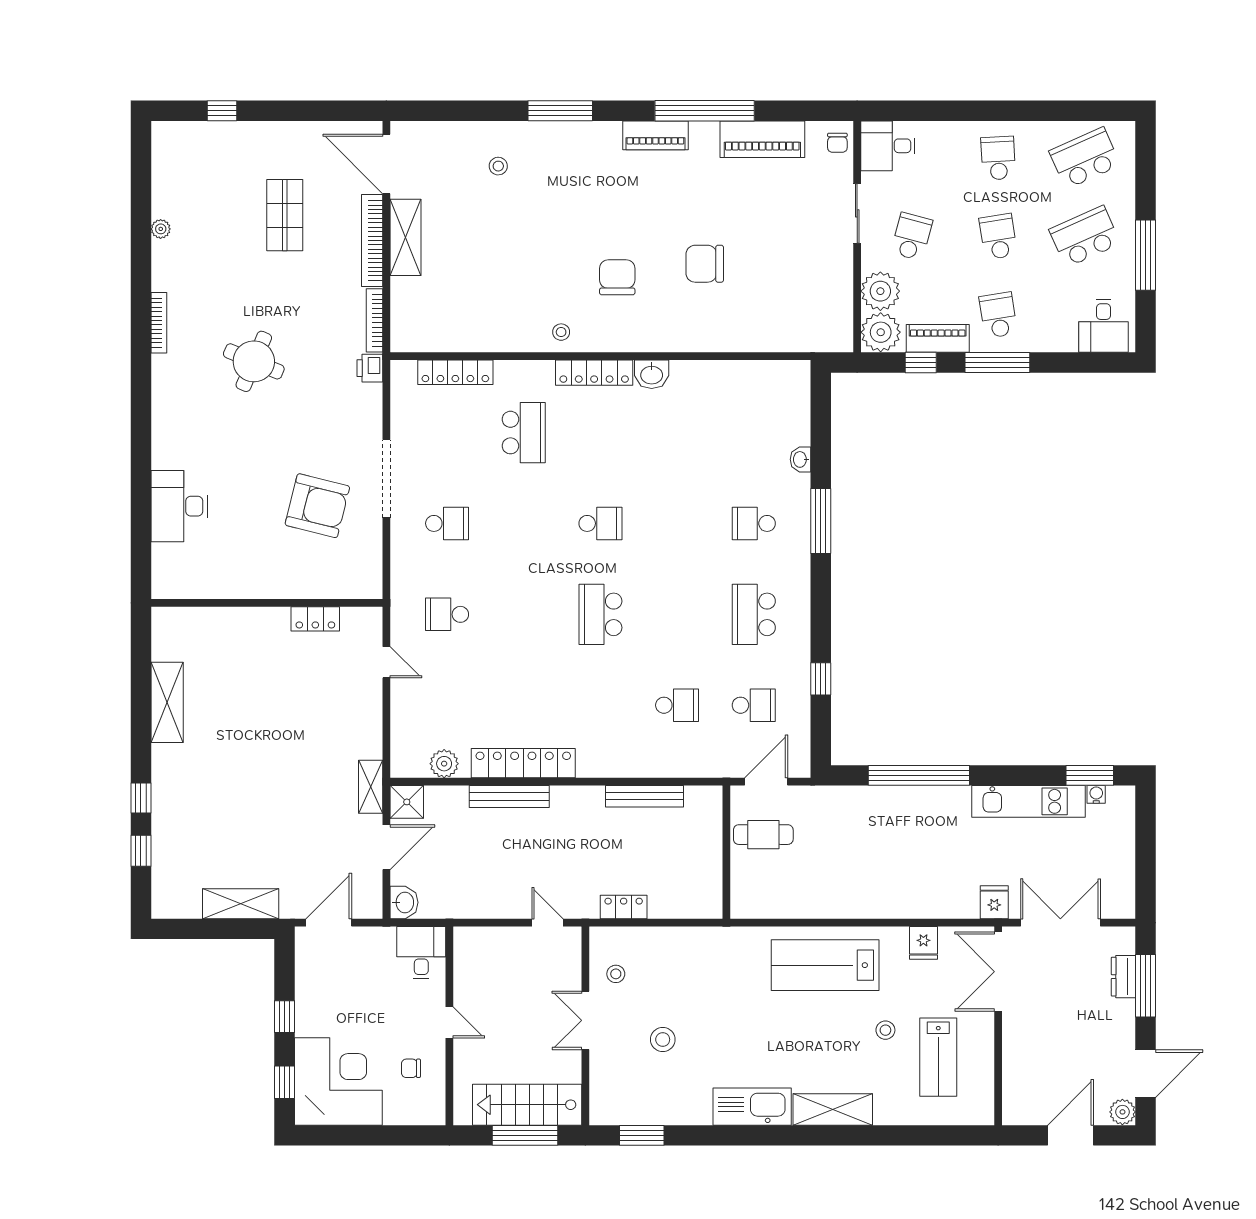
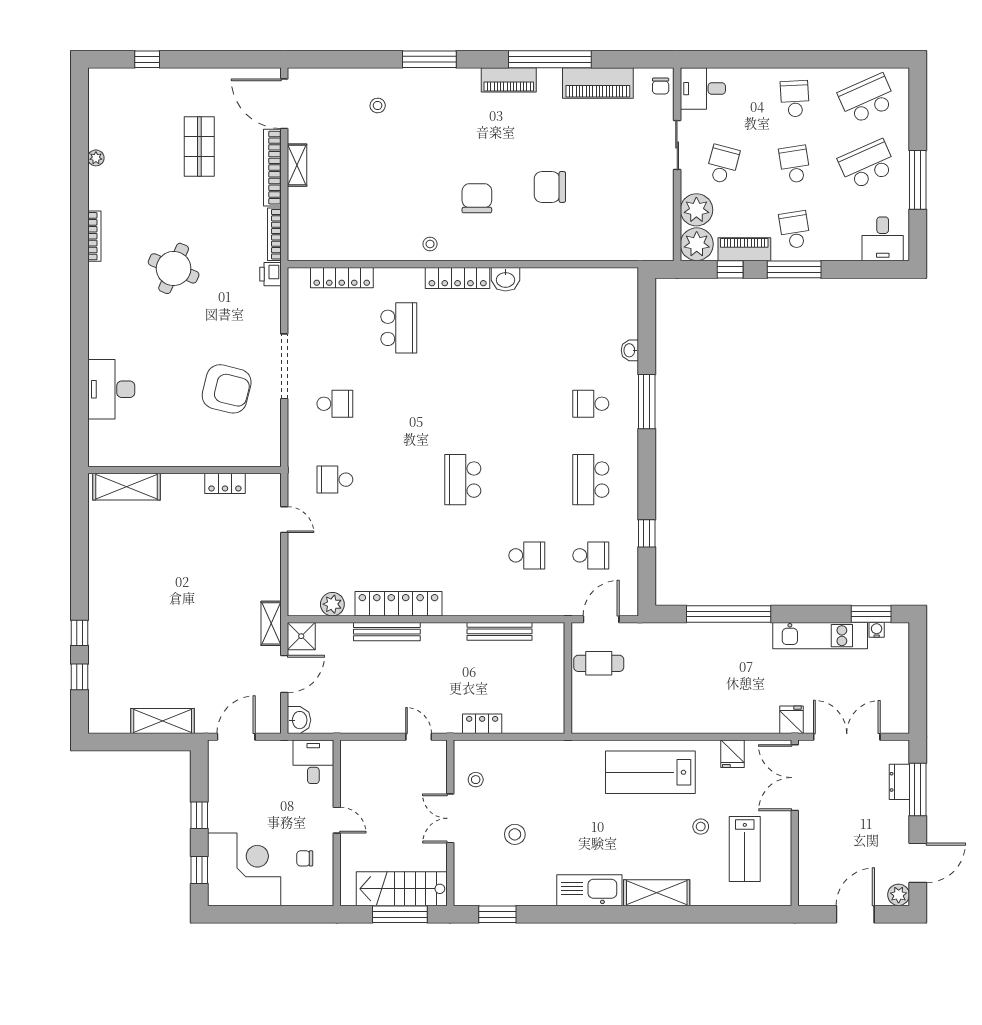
shelving: (406, 237) -> (297, 165), width x0.67, depth x0.75
school desk: (600, 523) -> (463, 404), removed
shelving: (167, 702) -> (127, 487), moved, turned 90

